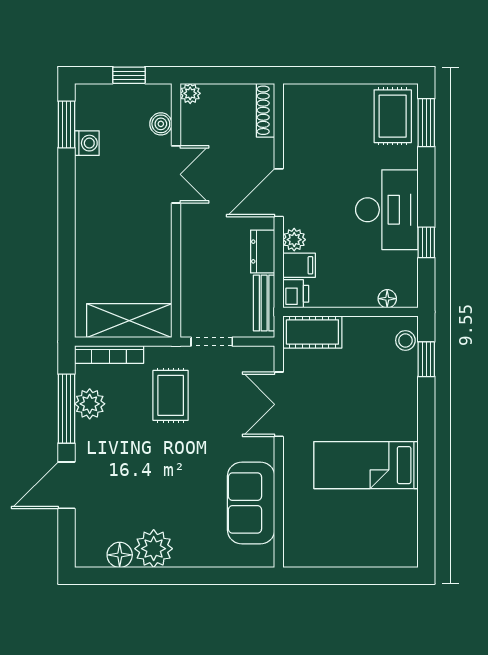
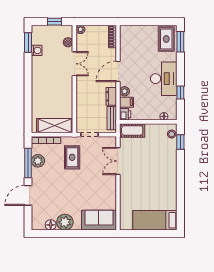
bed: (366, 465) -> (155, 220), moved
sofa: (251, 503) -> (99, 220), moved, turned 90

